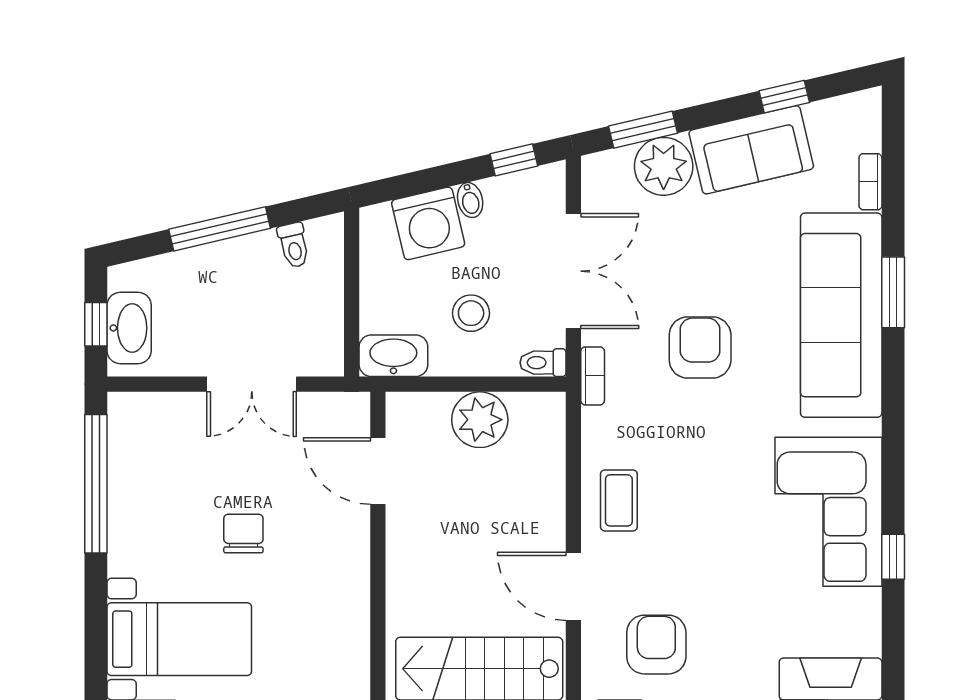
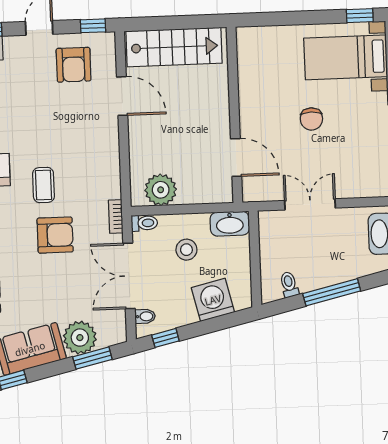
bidet: (470, 200) -> (145, 316), moved, turned 103
armchair: (700, 347) -> (55, 235), turned -90
plant: (480, 420) -> (161, 190), moved
coffee table: (619, 500) -> (43, 185), moved

